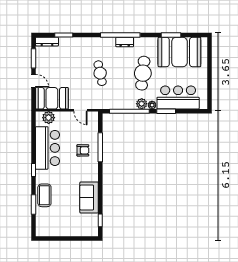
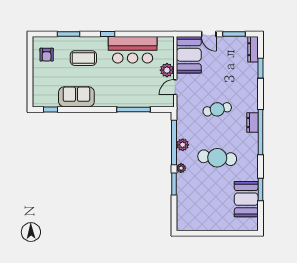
dresser: (125, 42) -> (252, 123), moved
booth: (179, 52) -> (246, 199), width x0.73, depth x0.70
door: (33, 81) -> (209, 34), hinge flipped
bar counter: (178, 98) -> (190, 198), removed
plant: (142, 104) -> (183, 145), moved
plant: (49, 118) -> (167, 70), moved
armchair: (83, 150) -> (47, 55), moved
coffee table: (44, 195) -> (83, 58), moved

